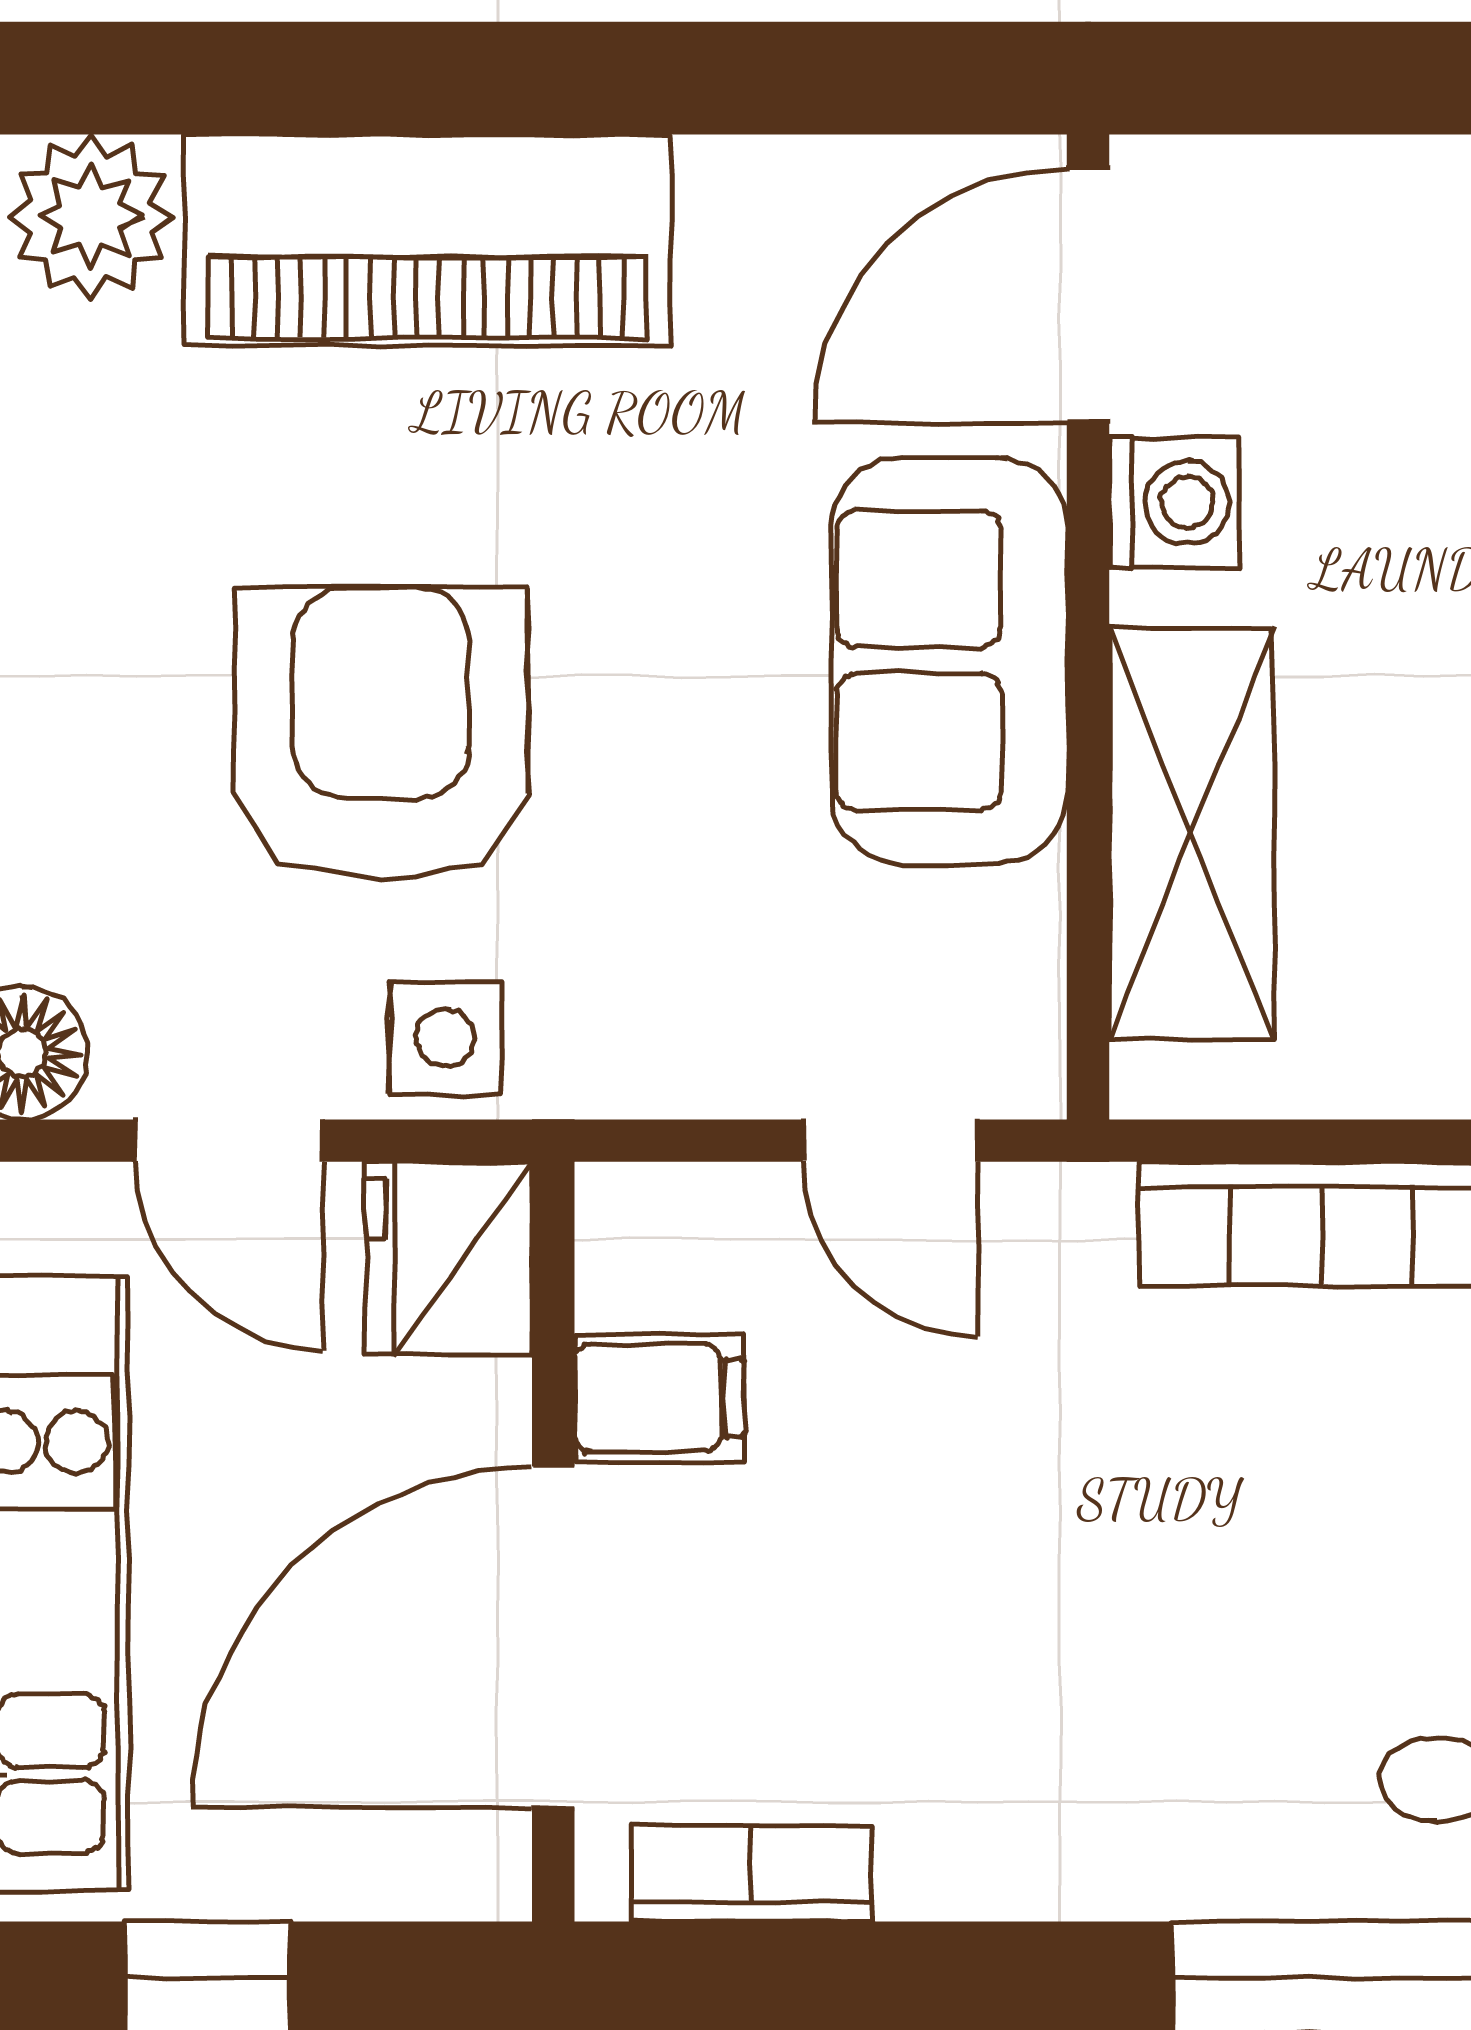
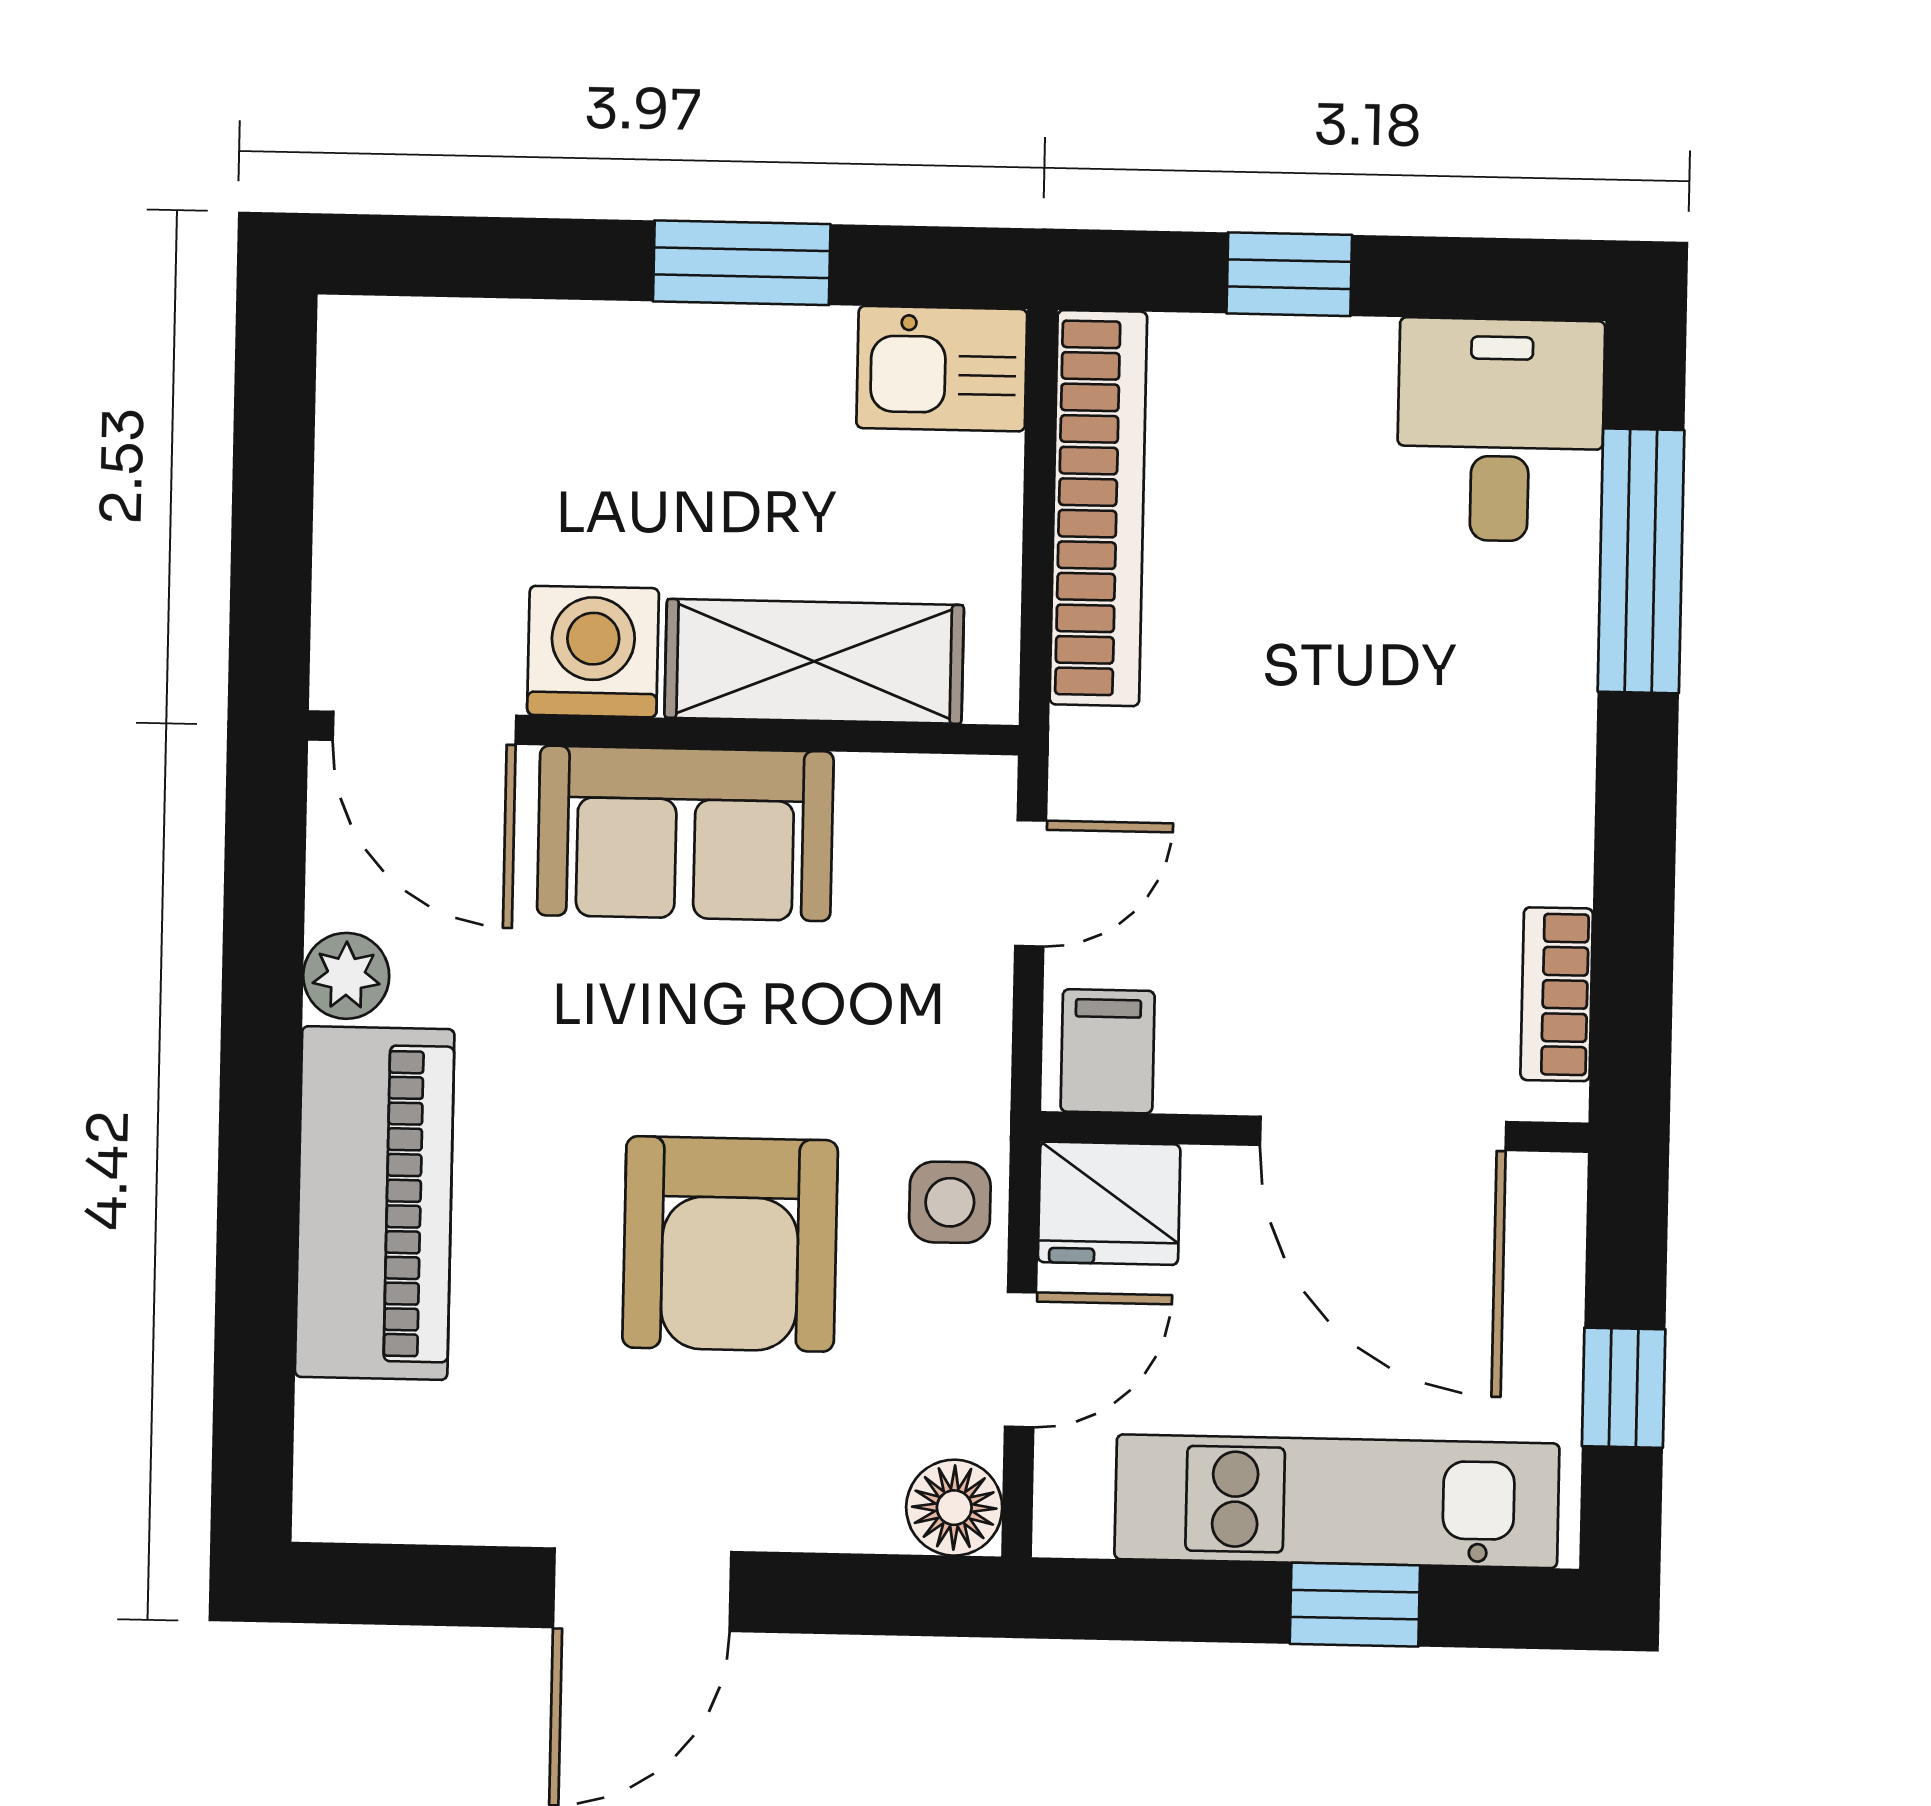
plant: (91, 216) -> (346, 976), moved, width x0.73, depth x0.73
washing machine: (1174, 502) -> (593, 652), width x1.38, depth x1.38
armchair: (381, 734) -> (730, 1244), turned -90
filing cabinet: (659, 1398) -> (1108, 1051), moved

